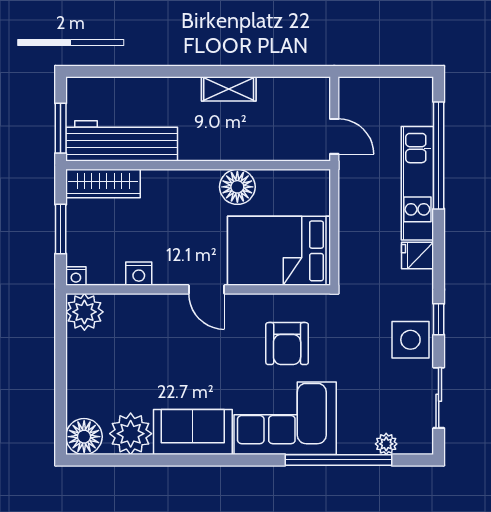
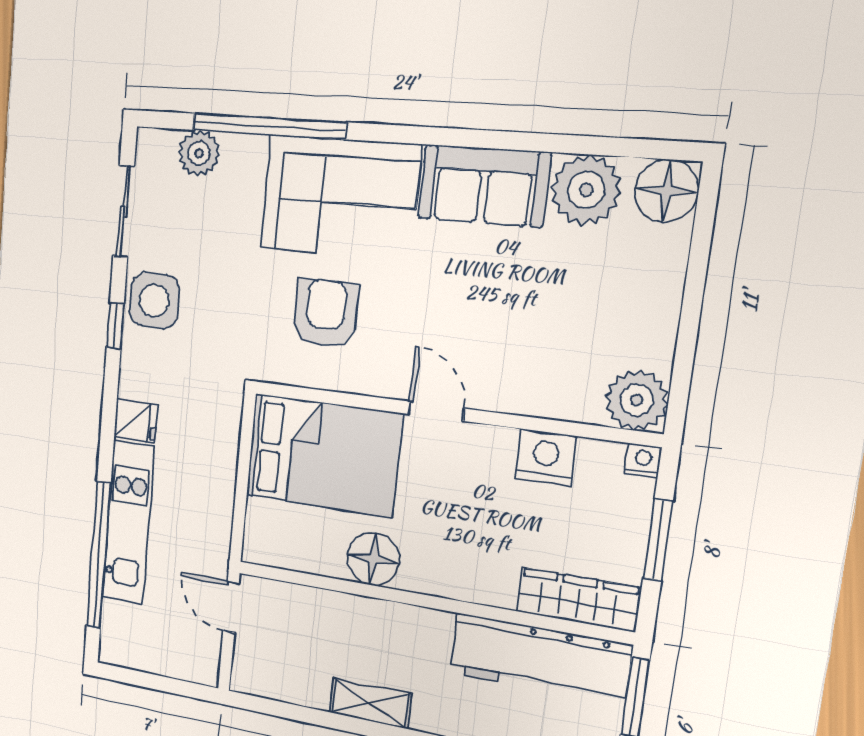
nightstand: (139, 274) -> (546, 457), width x1.36, depth x1.33
plant: (386, 444) -> (199, 153), width x1.38, depth x1.38

